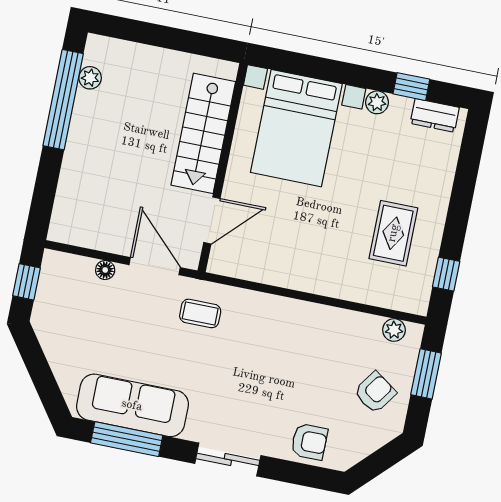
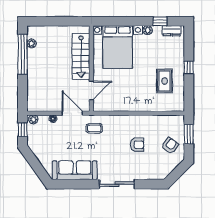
window: (446, 274) -> (189, 67), moved
plant: (394, 330) -> (33, 119), moved
window: (127, 439) -> (75, 184), removed
armchair: (309, 442) -> (137, 145), moved
sliding door: (228, 459) -> (117, 184), width x1.37

